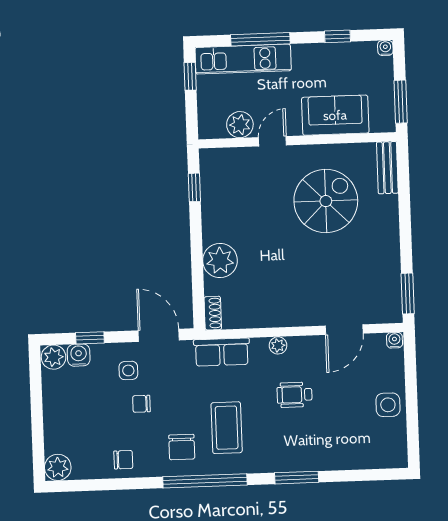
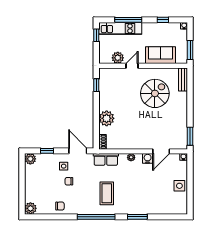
water cooler: (79, 355) -> (148, 158), moved
wheelchair: (294, 395) -> (138, 180), removed
chair: (182, 447) -> (86, 201), removed

